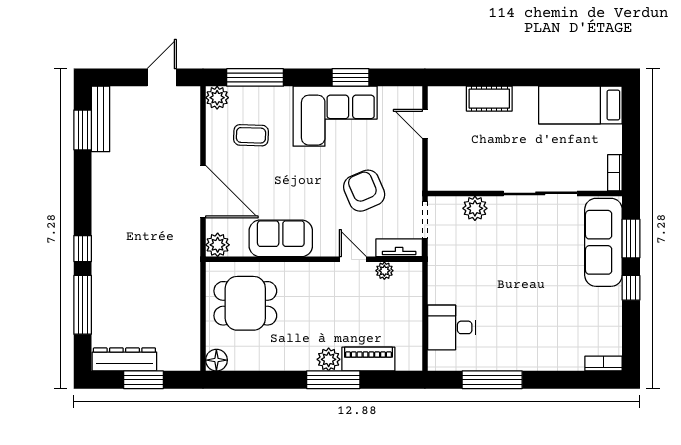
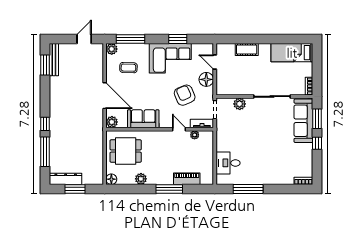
floor lamp: (408, 159) -> (206, 79), added
plant: (329, 359) -> (141, 179), moved

